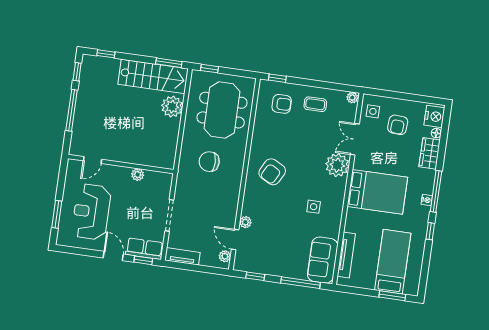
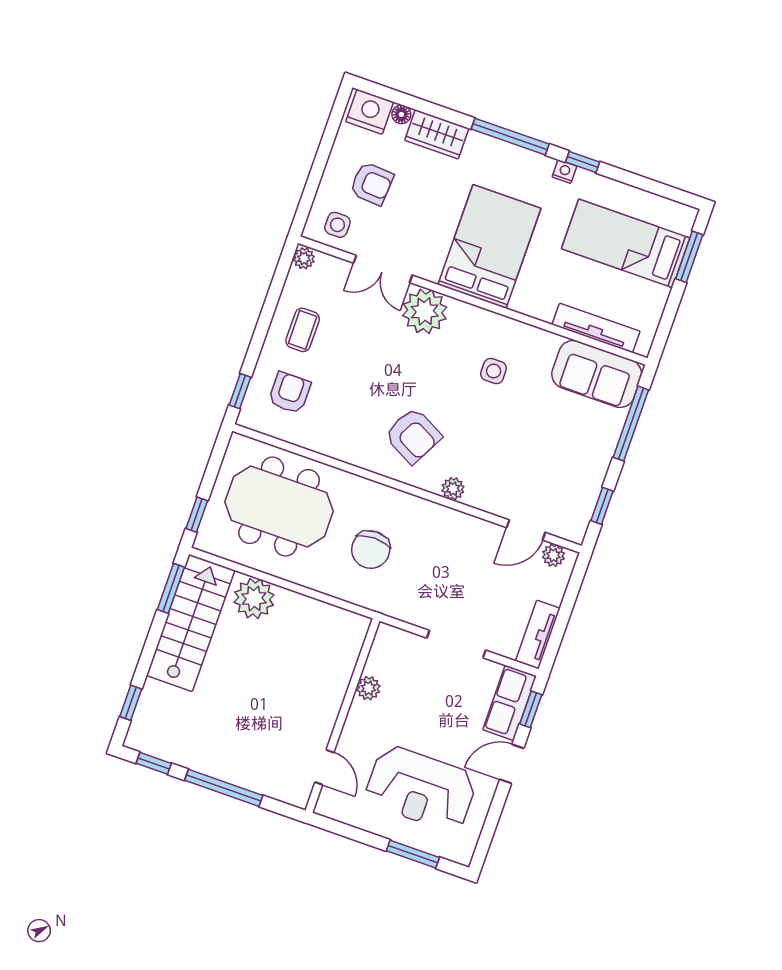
nightstand: (427, 200) -> (564, 172), moved
plant: (245, 222) -> (453, 489), moved

